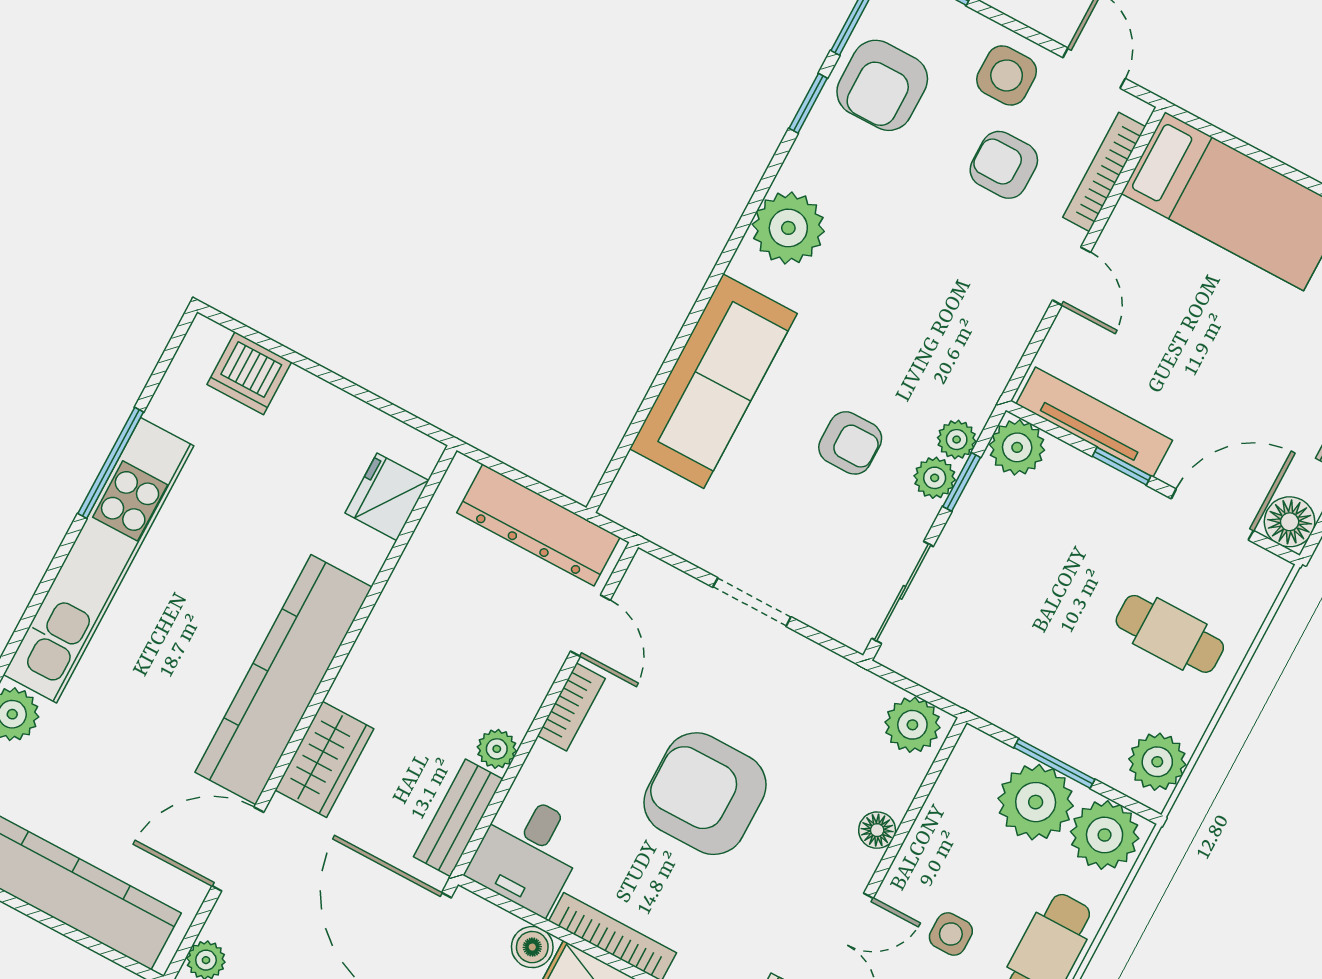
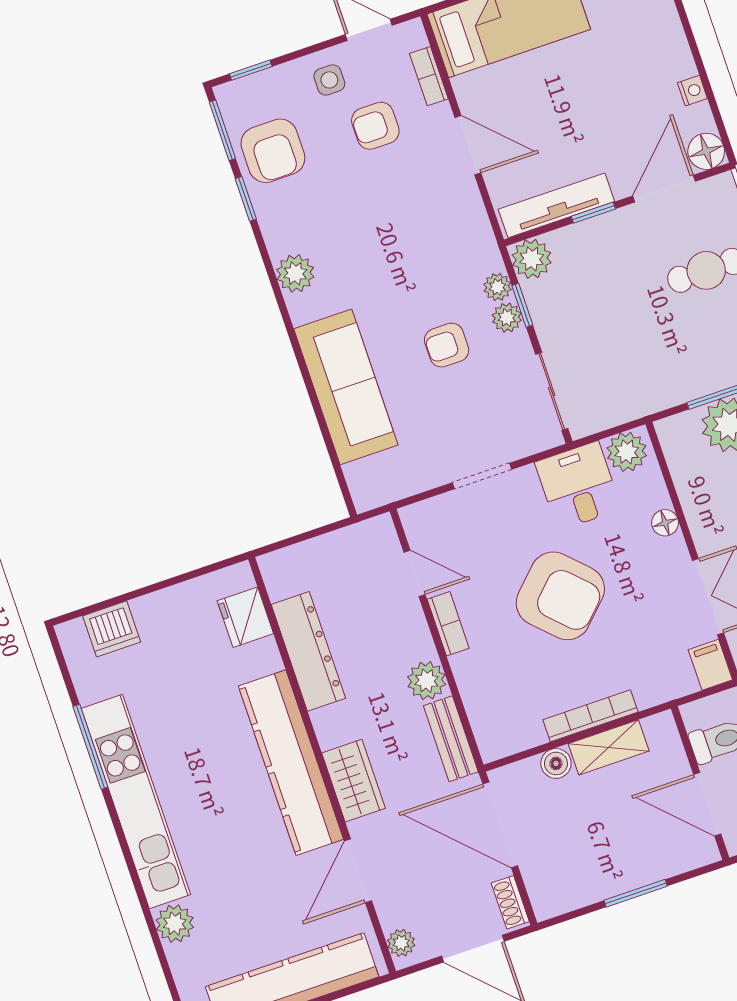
side table: (1007, 75) -> (329, 80), width x0.73, depth x0.73
bookcase: (1104, 172) -> (429, 76), width x0.64
plant: (788, 228) -> (295, 273), width x0.73, depth x0.73
door: (1071, 276) -> (468, 145), width x1.38
armchair: (850, 443) -> (447, 345), turned 180
dresser: (538, 525) -> (308, 651), moved, turned -90
plant: (497, 749) -> (427, 681), width x1.38, depth x1.38
armchair: (705, 794) -> (560, 596), turned -135
desk: (528, 853) -> (578, 486), moved, turned 180

